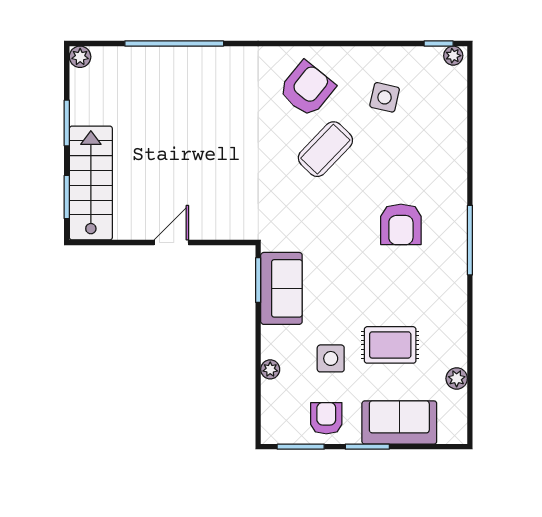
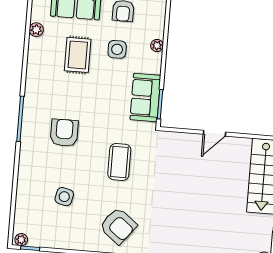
armchair: (307, 89) -> (118, 226), turned -91
side table: (385, 97) -> (64, 197), moved
coffee table: (325, 149) -> (119, 162), moved, turned -44
rug: (390, 345) -> (78, 55), turned 90

